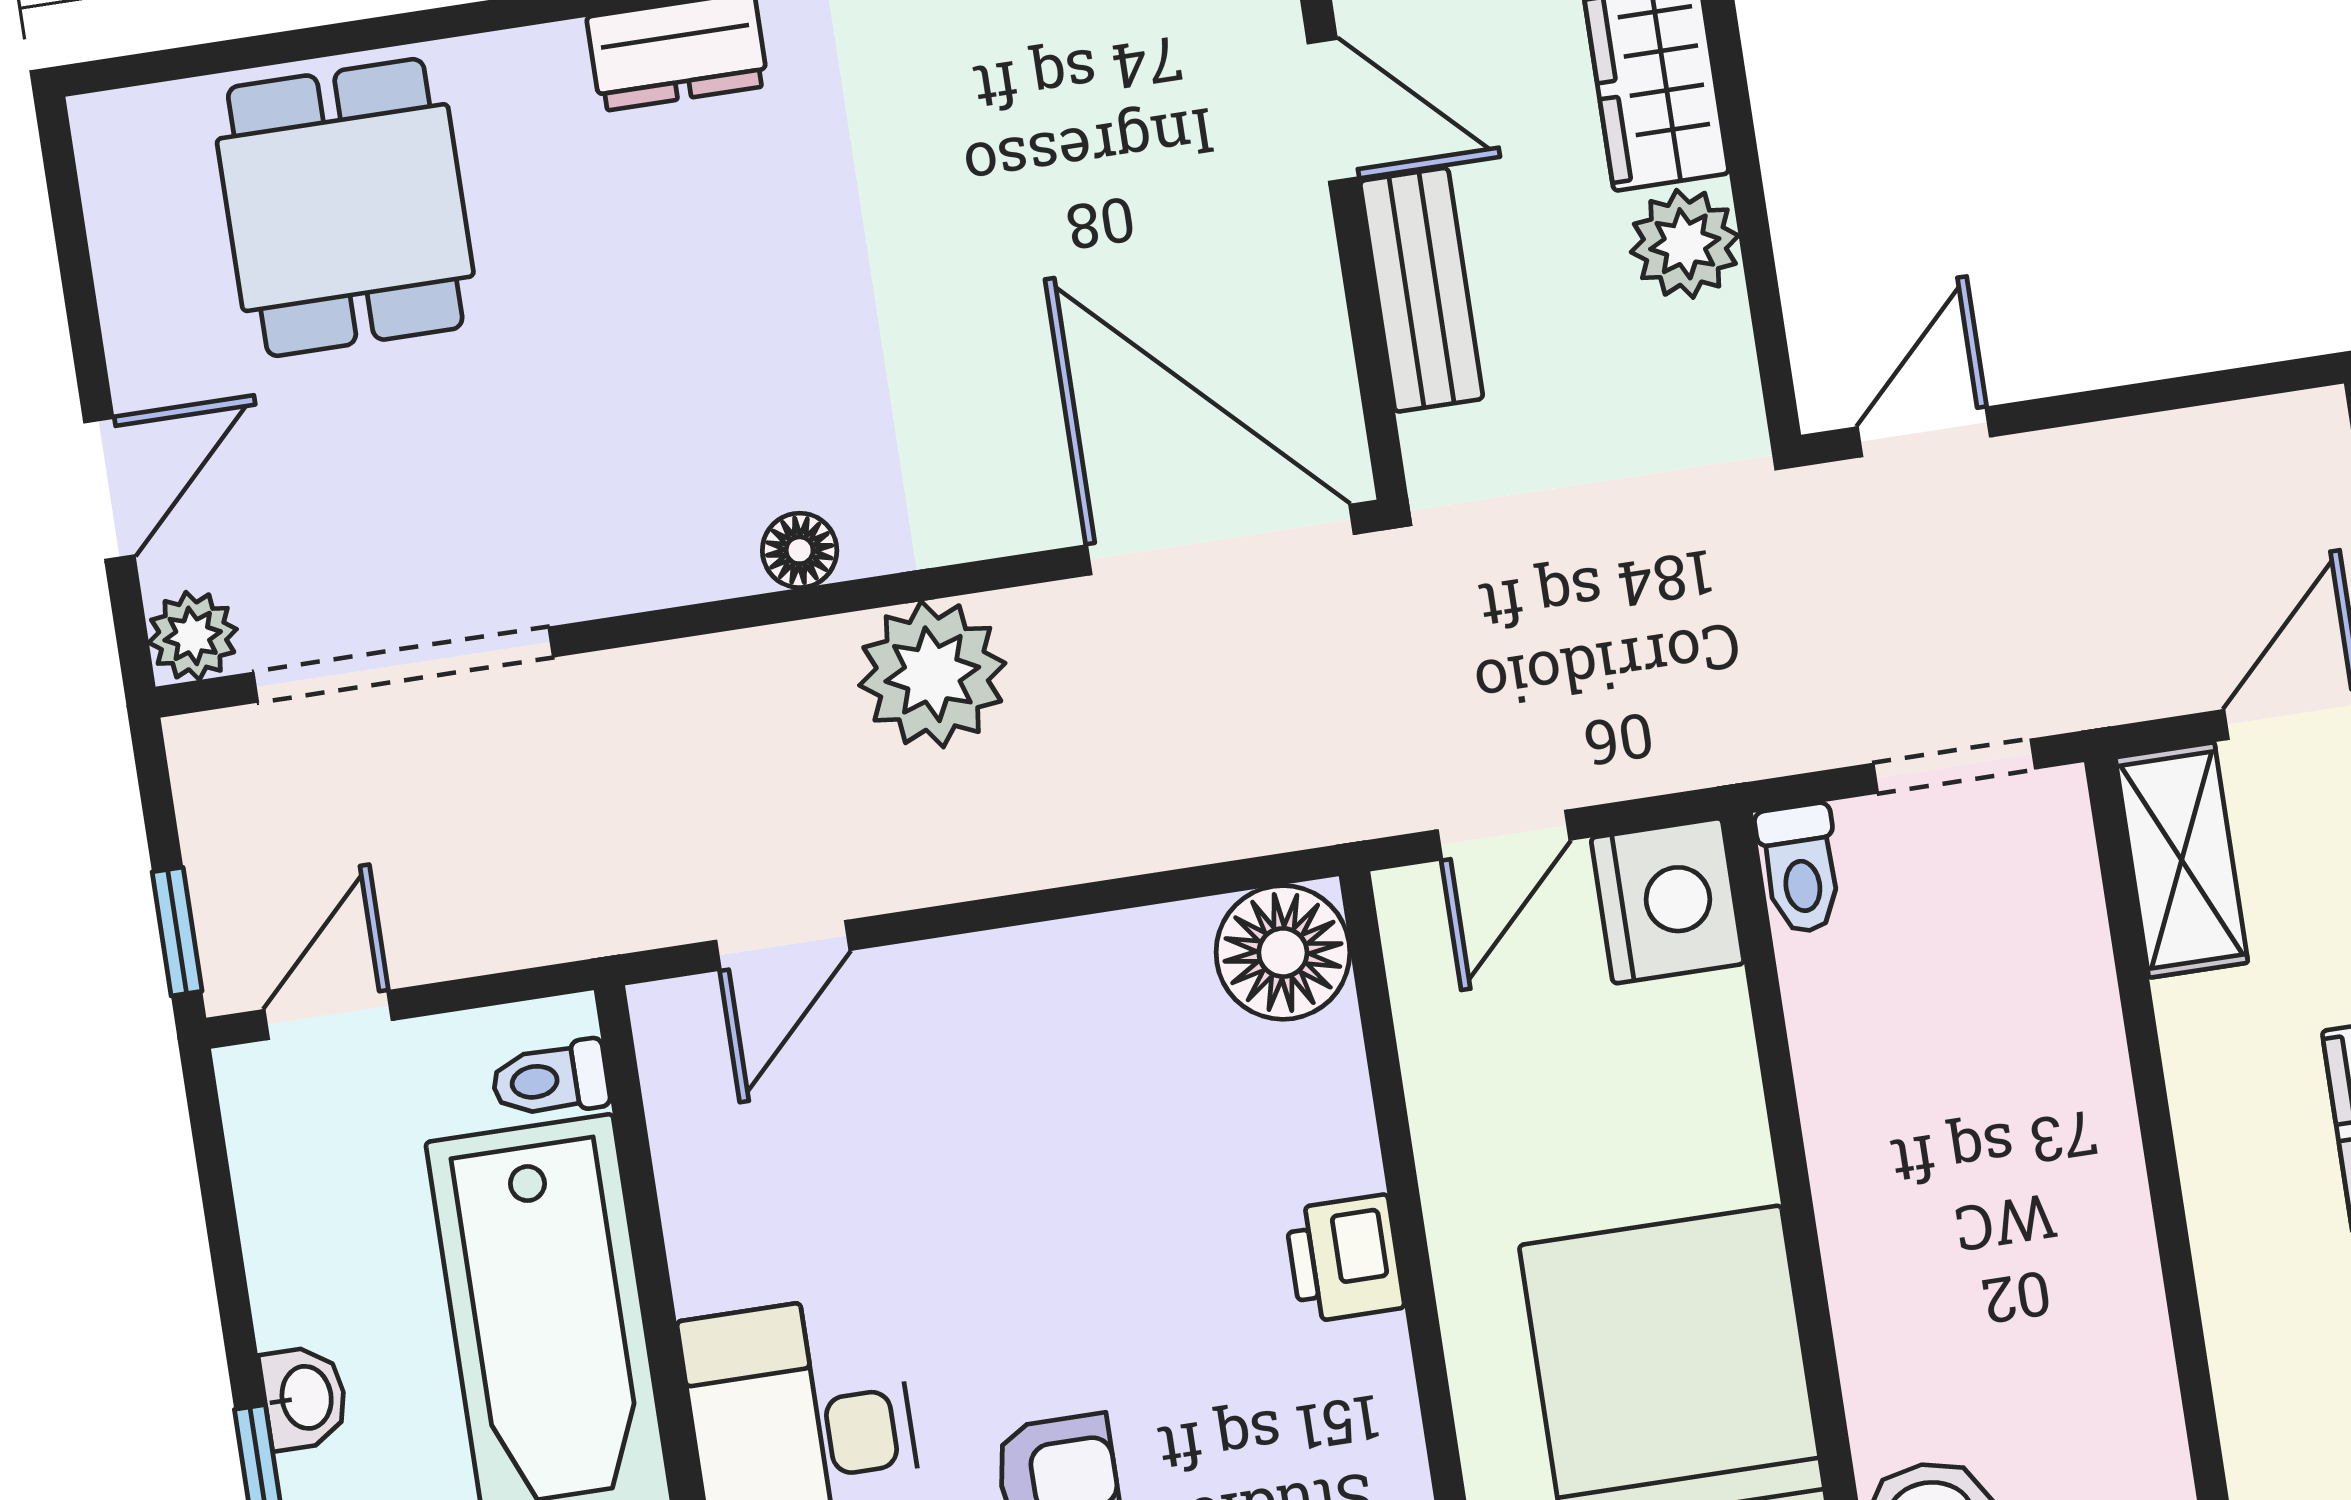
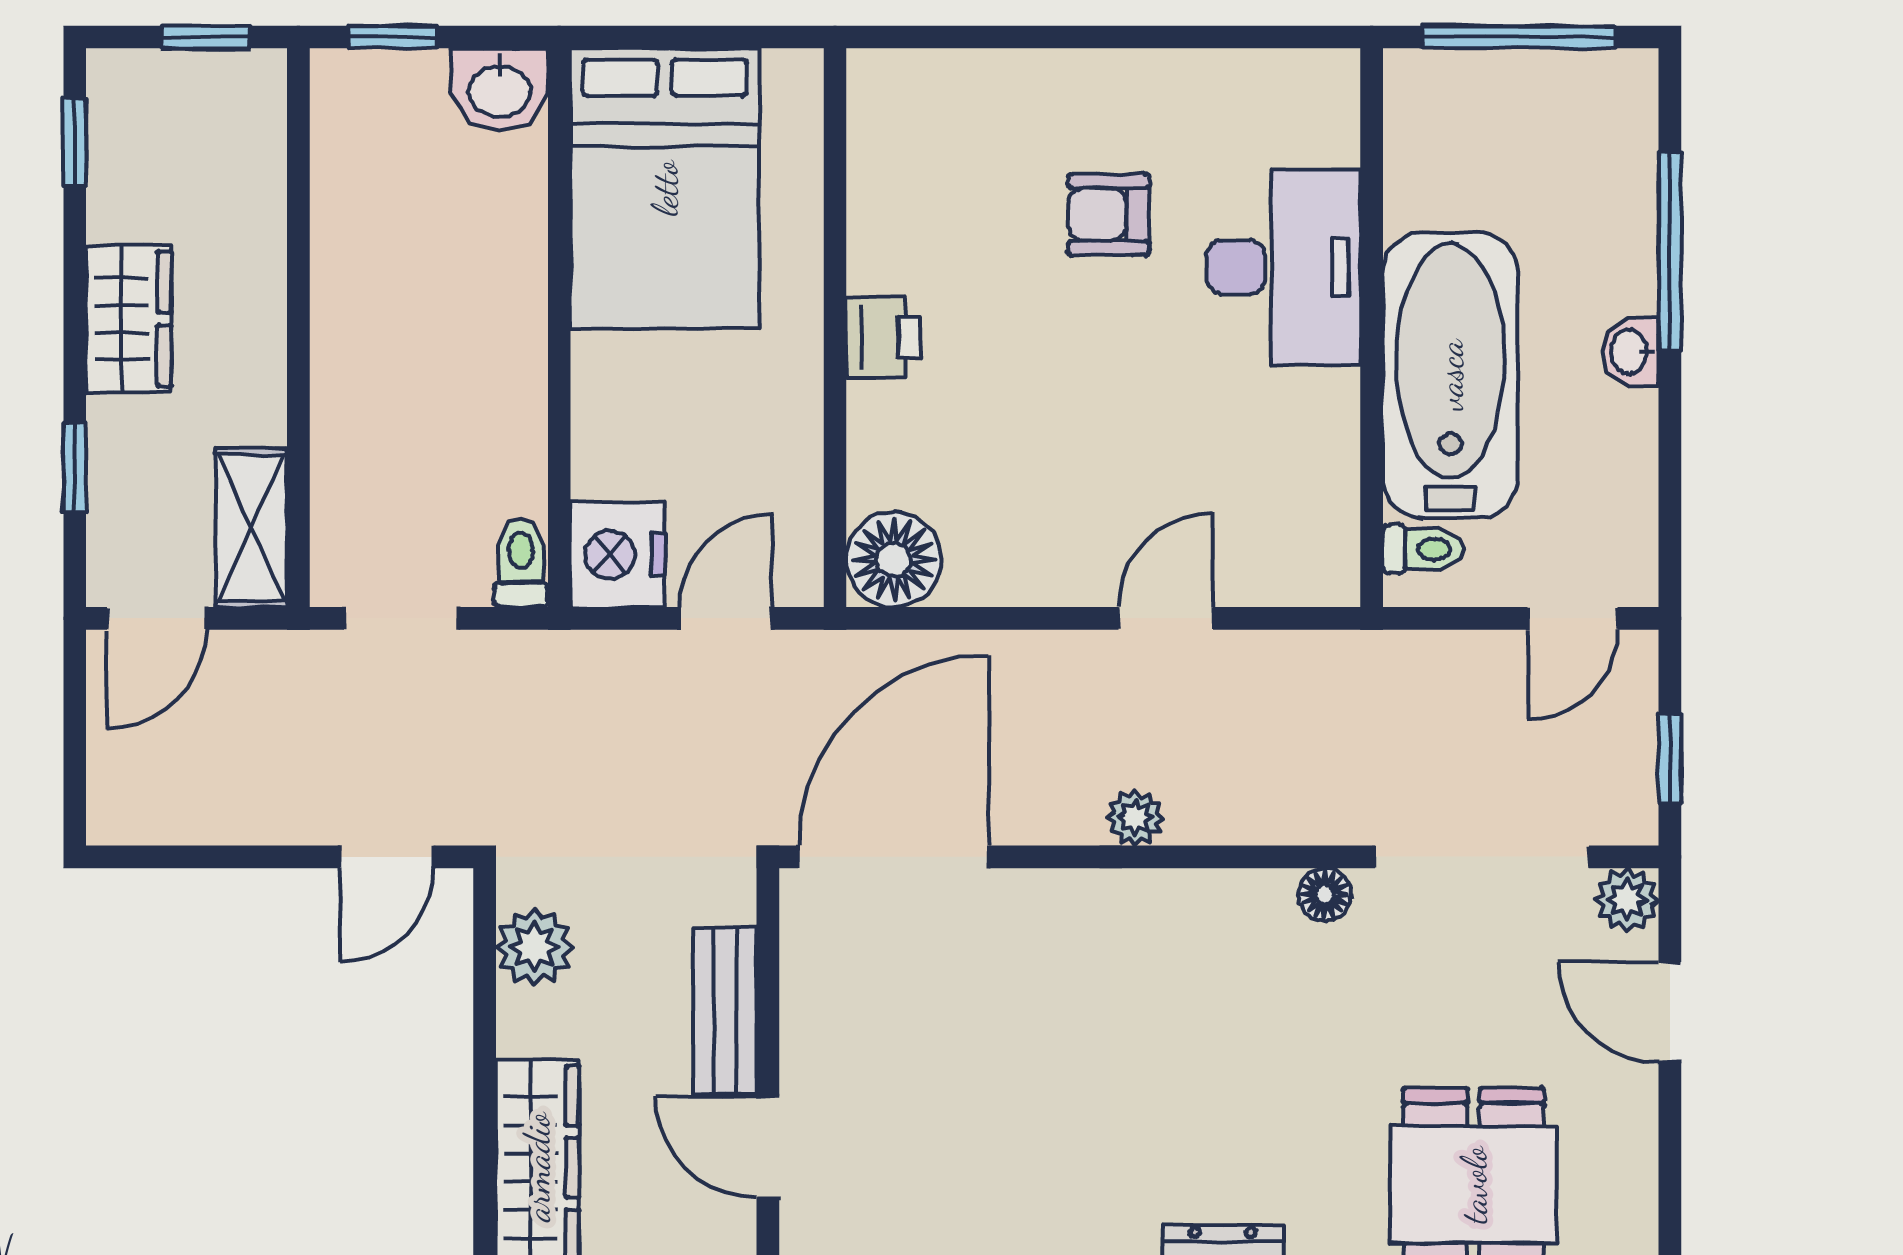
plant: (1685, 244) -> (535, 947), moved
door: (109, 489) -> (1670, 1012), hinge flipped
door: (1220, 540) -> (893, 857), swing flipped
floor lamp: (800, 550) -> (1325, 895), moved
plant: (932, 674) -> (1135, 818), width x0.53, depth x0.53
window: (177, 932) -> (1670, 759), moved
door: (783, 945) -> (1166, 618), moved

